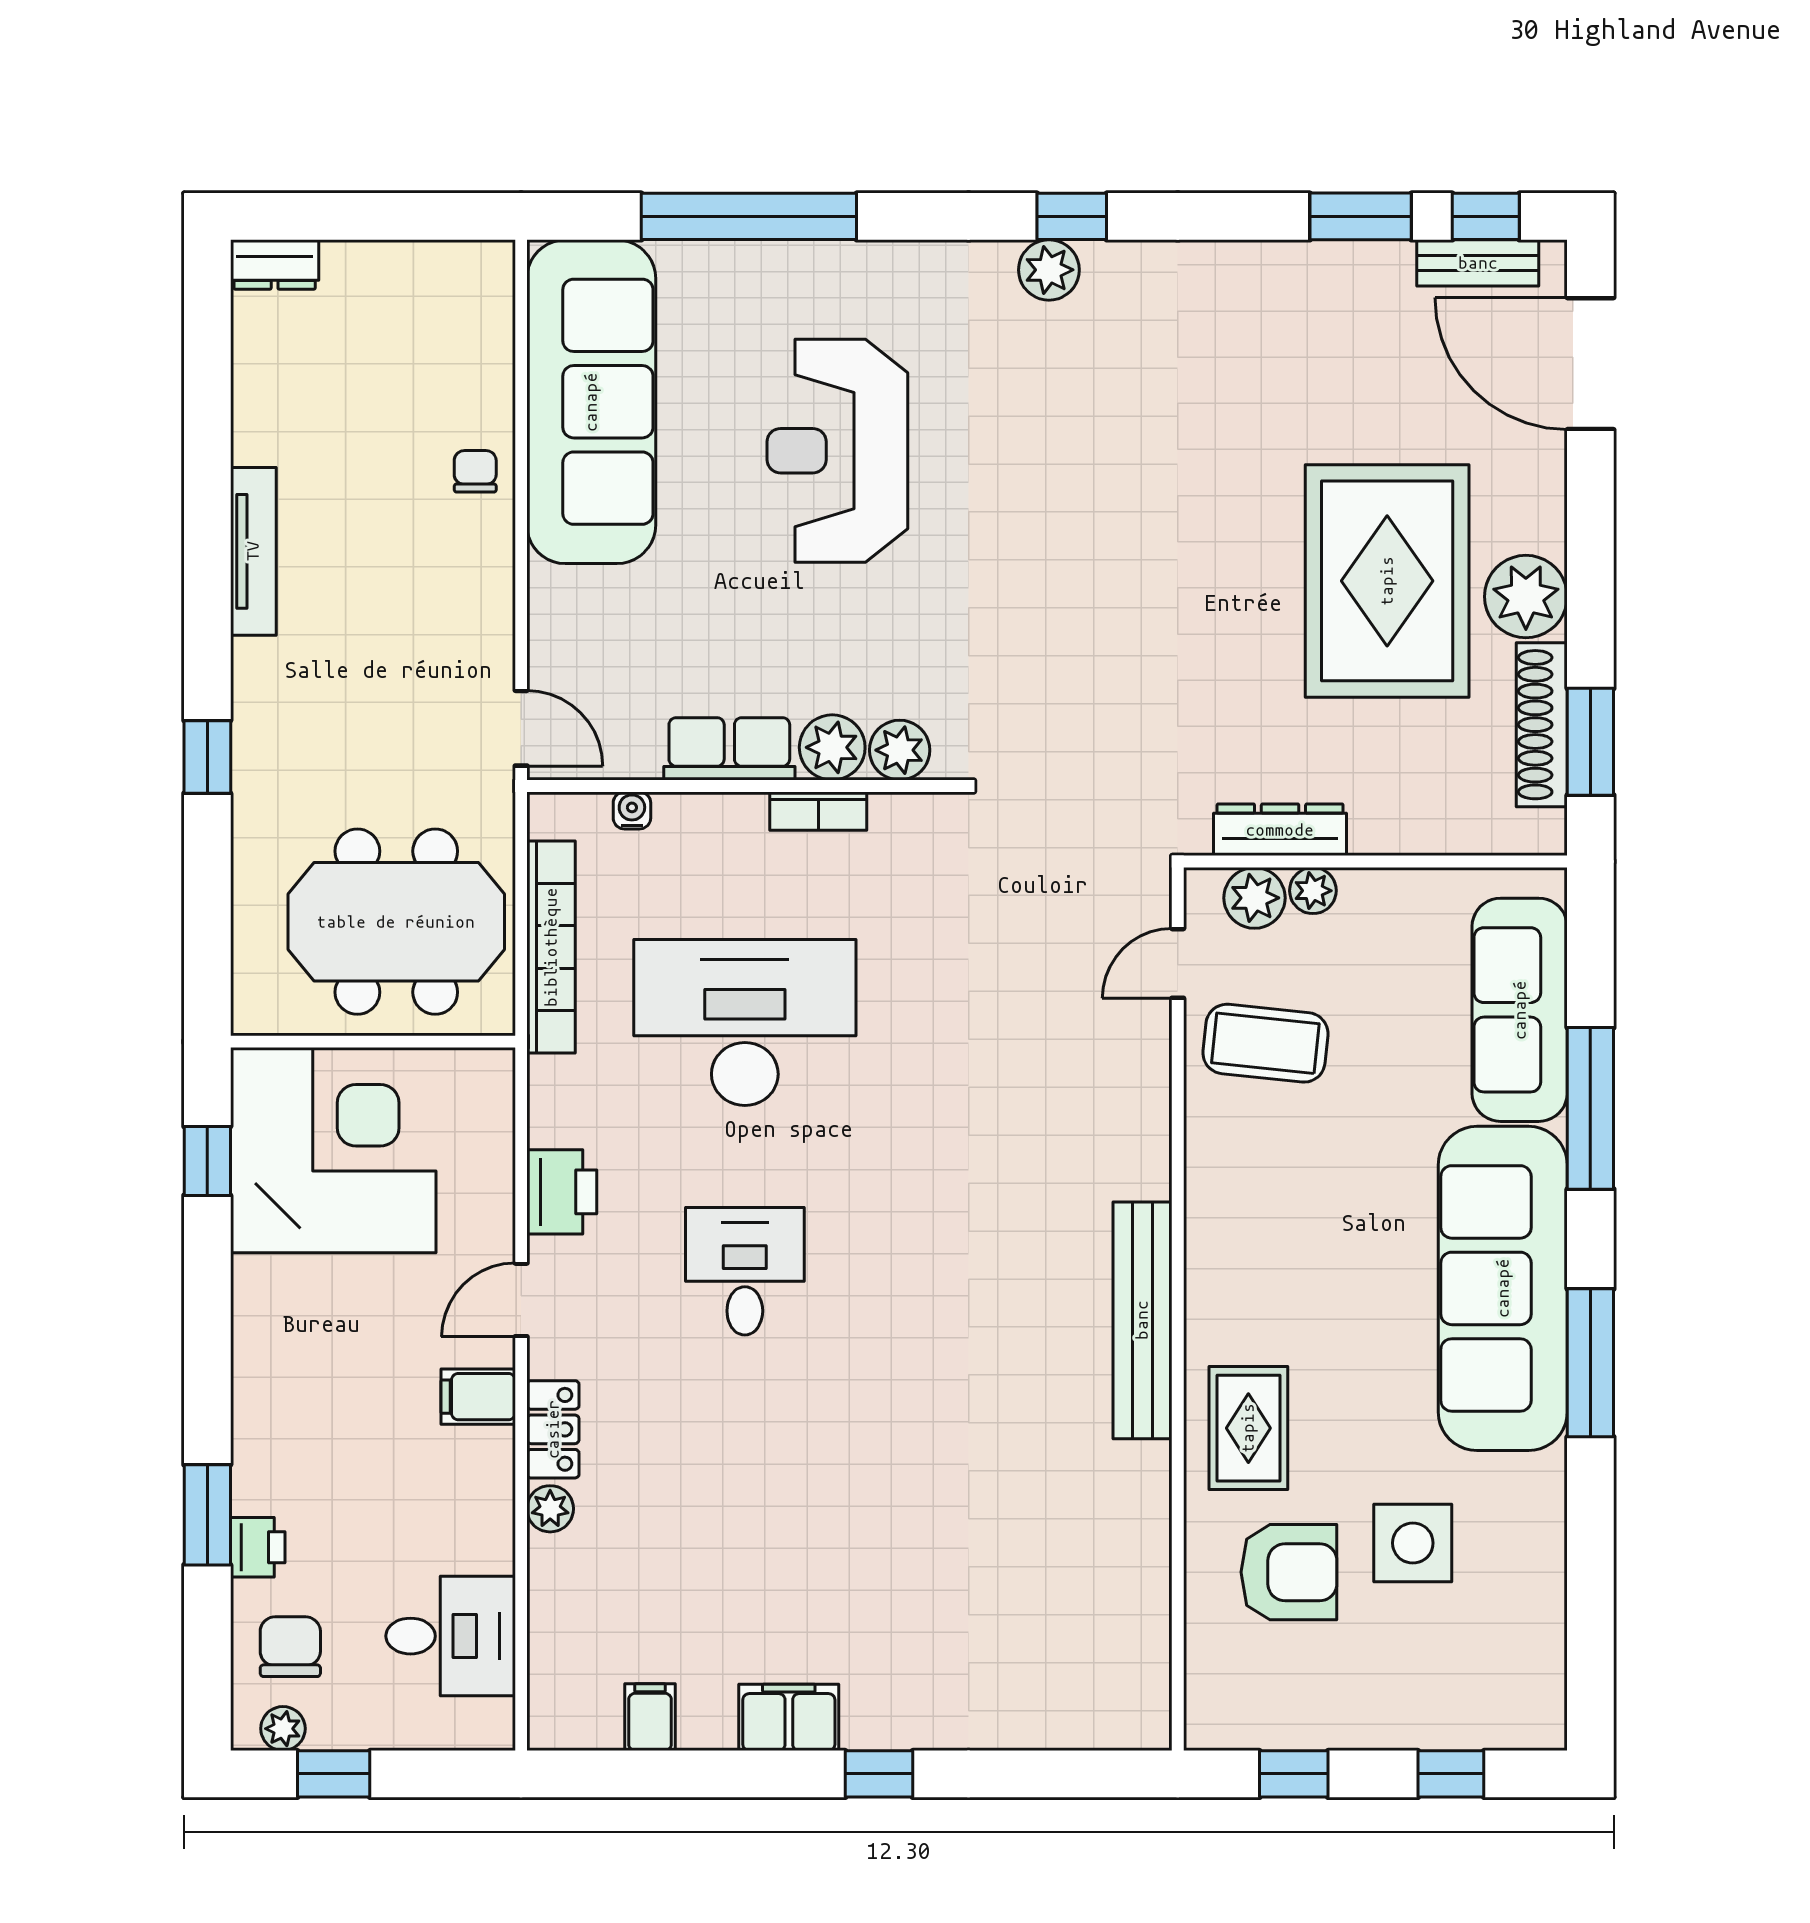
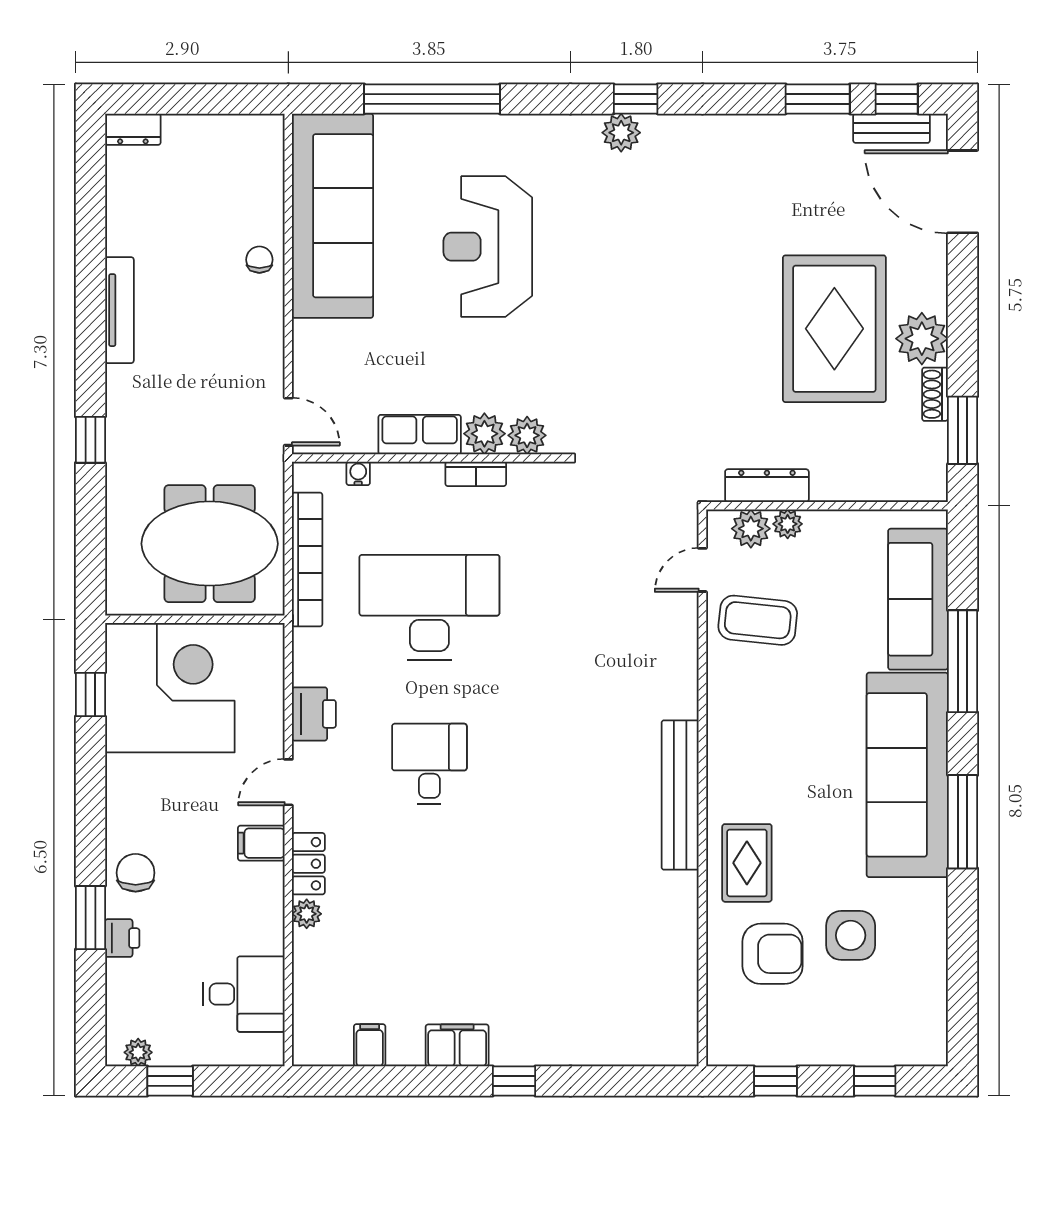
shoe rack: (1542, 725) -> (935, 394), width x0.51, depth x0.81
chair: (290, 1647) -> (136, 873), moved

